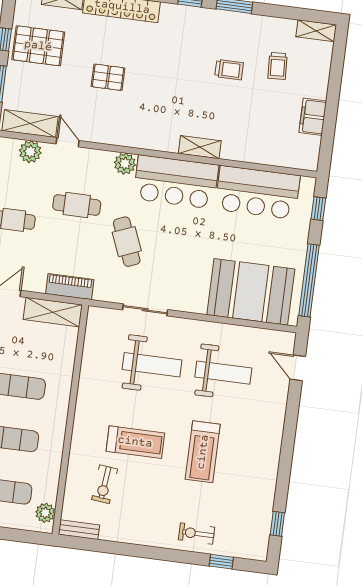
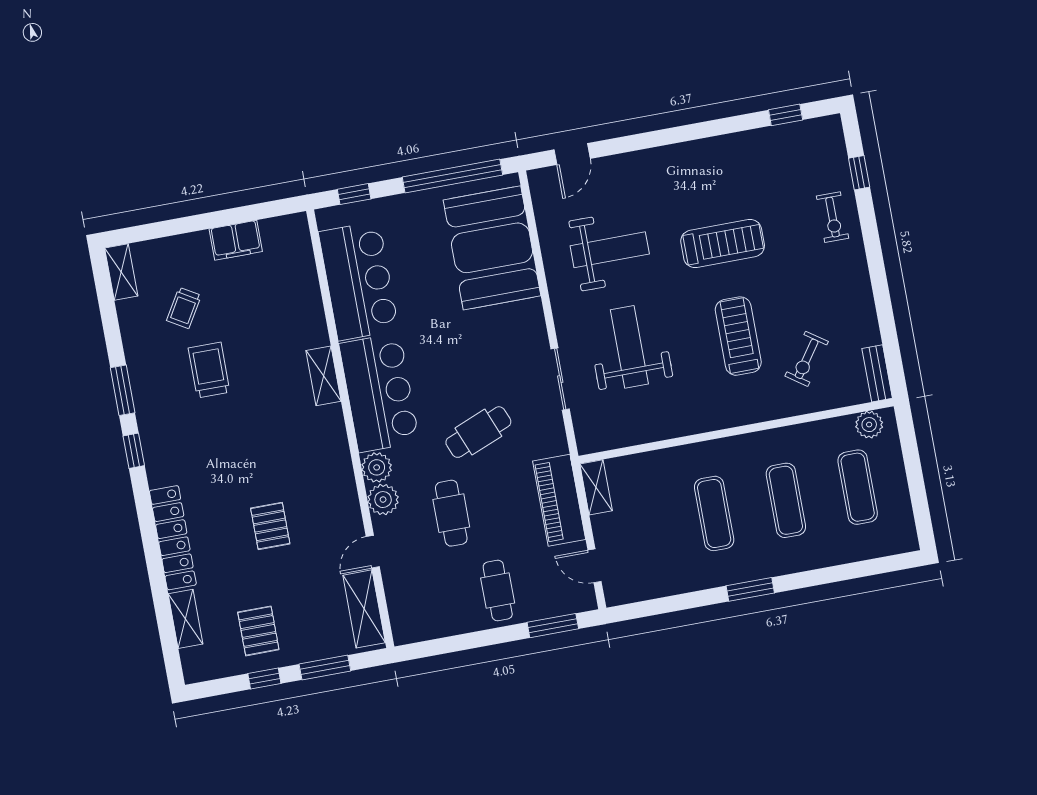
pallet: (38, 46) -> (258, 631), width x0.67, depth x0.71
trolley: (278, 66) -> (184, 308), turned 124
trolley: (229, 70) -> (209, 370), width x1.36, depth x1.39
plant: (30, 152) -> (383, 500), moved
piano: (70, 287) -> (559, 500), width x1.37, depth x1.33
shelving: (53, 312) -> (596, 487), width x0.67, depth x0.75
weight bench: (223, 373) -> (610, 250), turned 90
exercise bike: (105, 484) -> (807, 359), turned 119

